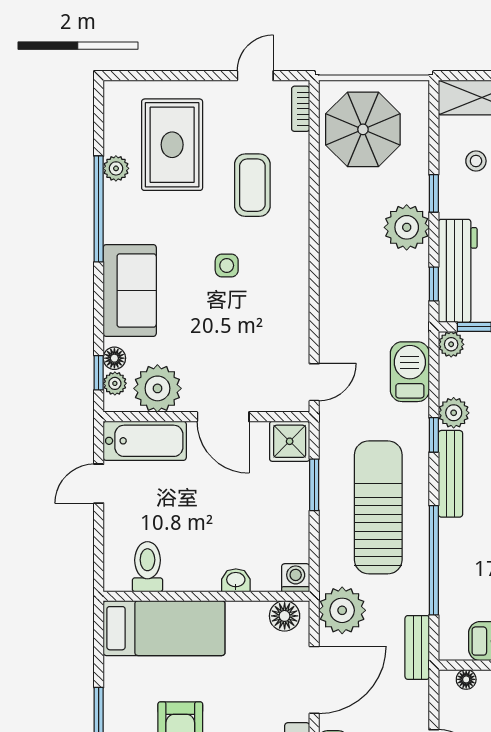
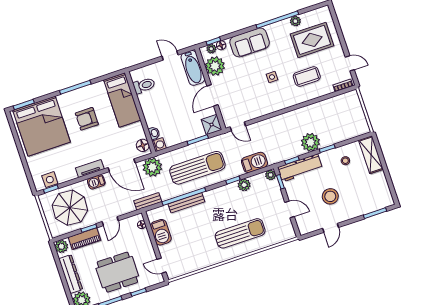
parasol: (363, 129) -> (343, 112), removed
bench: (450, 474) -> (186, 203), moved
washbasin: (236, 580) -> (154, 133), moved

